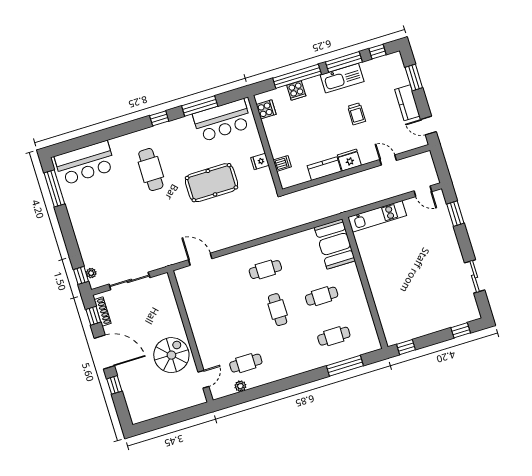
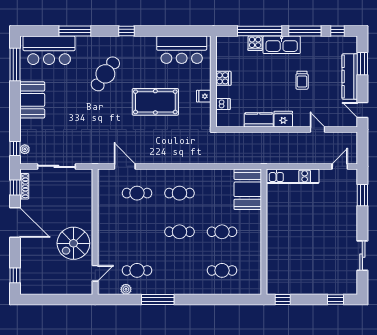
kitchen sink: (342, 78) -> (282, 45), moved
kitchen counter: (407, 103) -> (350, 77), width x1.50
window: (200, 106) -> (75, 31), moved
cooker: (266, 109) -> (223, 78), moved
cafe table: (151, 170) -> (105, 74), turned 35
door: (423, 191) -> (340, 166), swing flipped
booth: (83, 220) -> (32, 100), added
cafe table: (221, 283) -> (137, 193), added
cafe table: (278, 310) -> (179, 232), turned 90
spiral stairs: (171, 355) -> (73, 243), turned 180
window: (345, 366) -> (158, 300), moved
window: (114, 385) -> (15, 275), moved

